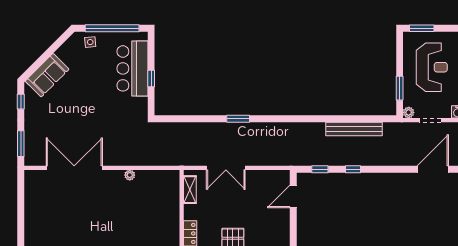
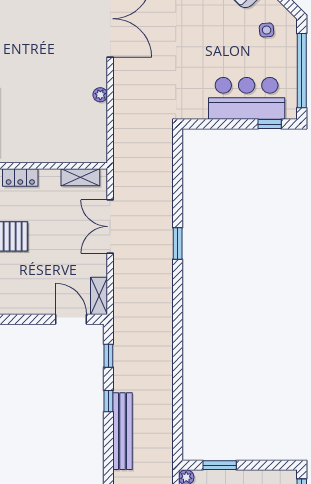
side table: (90, 42) -> (267, 30), moved
window: (151, 78) -> (270, 124), moved
bench: (354, 129) -> (123, 431), moved
shelving: (276, 176) -> (99, 296), added

